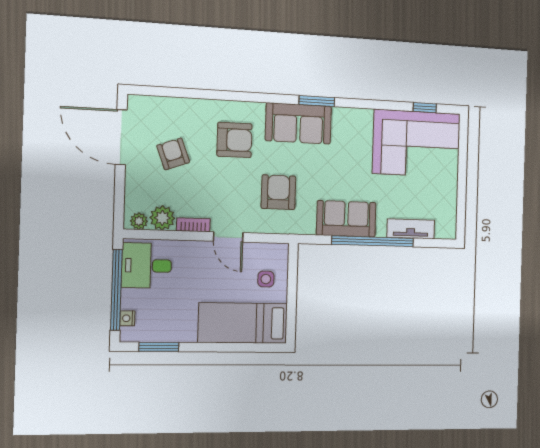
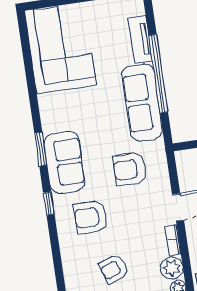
window: (425, 108) -> (49, 204), moved
armchair: (234, 140) -> (91, 217), turned -90
sofa: (346, 219) -> (142, 102), width x1.36

